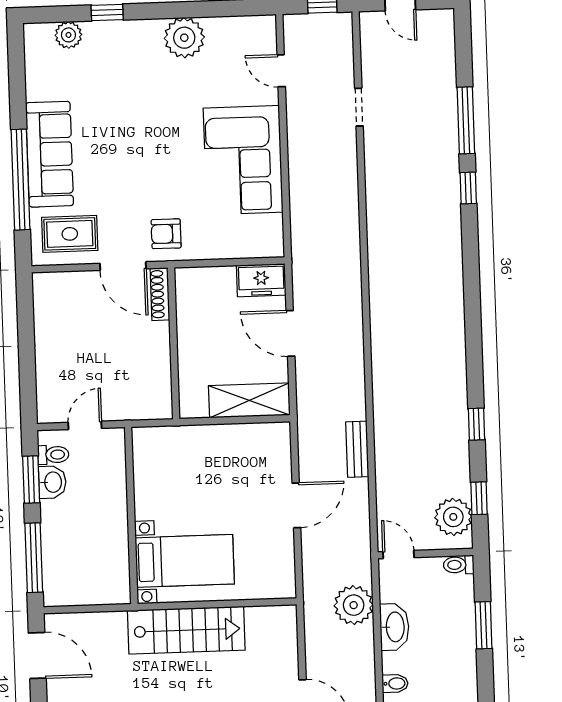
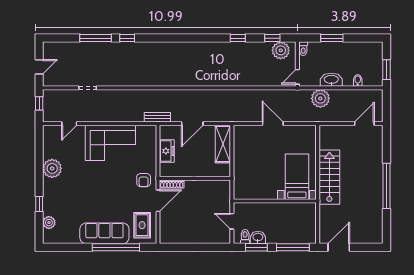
freezer: (261, 280) -> (167, 151), moved
bench: (357, 449) -> (157, 117), moved

